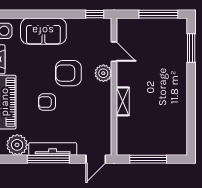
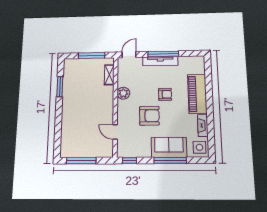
window: (42, 14) -> (170, 160), added
window: (191, 48) -> (60, 87), moved
plant: (103, 73) -> (123, 93), moved
shelving: (123, 101) -> (109, 75), moved
plant: (17, 145) -> (186, 63), removed

